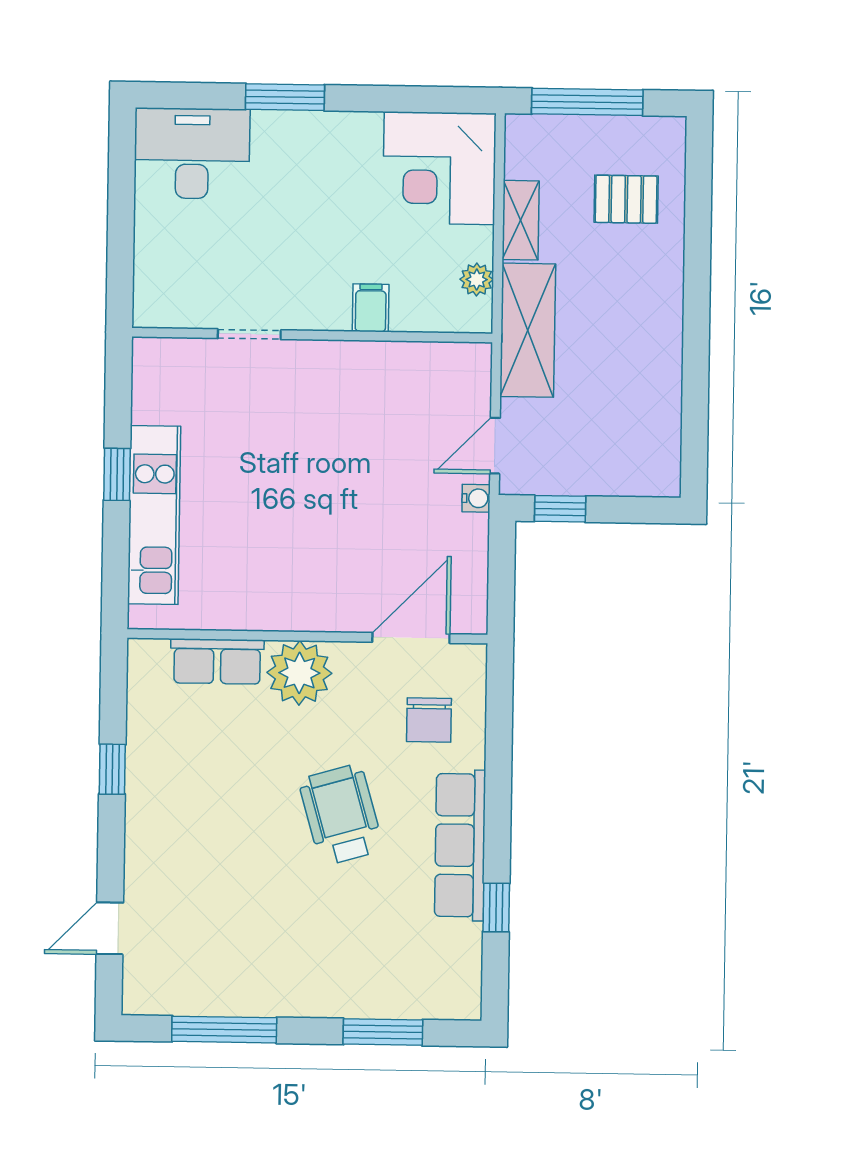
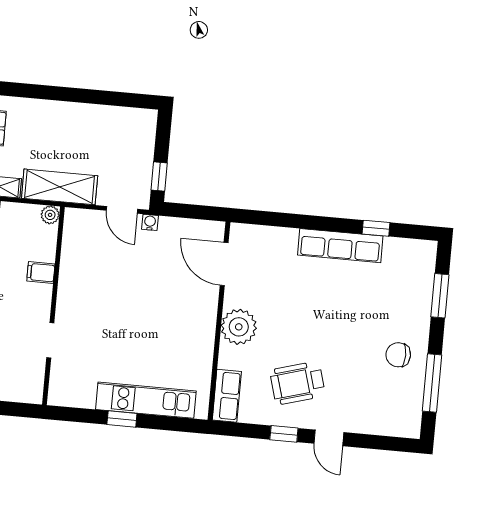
plant: (477, 279) -> (50, 215), moved
row of seats: (217, 661) -> (227, 396), moved
chair: (429, 720) -> (398, 355), moved, turned 180
wheelchair: (341, 815) -> (297, 383), moved
door: (110, 928) -> (329, 438), moved

